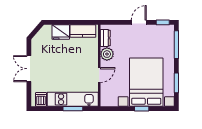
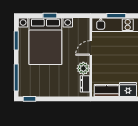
door: (139, 22) -> (53, 99), removed

